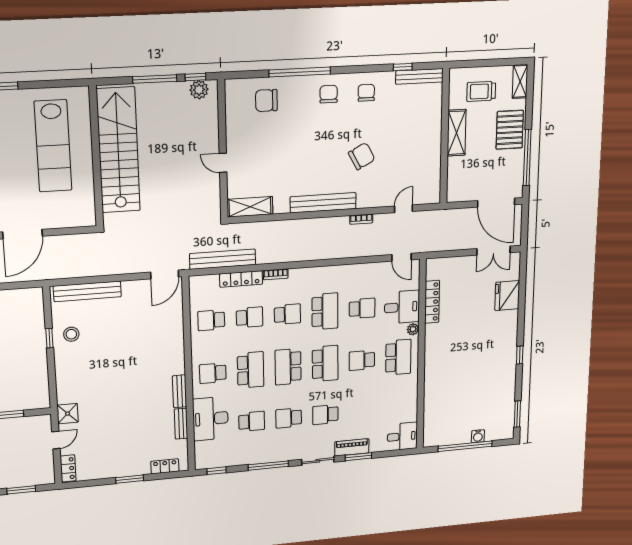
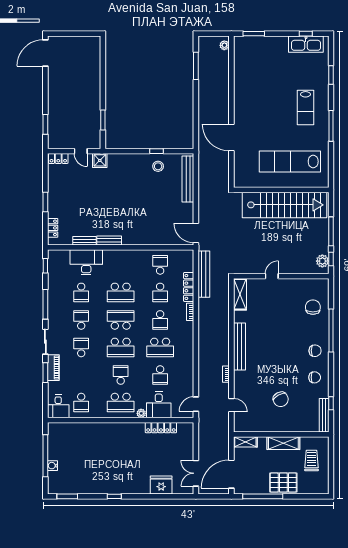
shelving: (520, 81) -> (245, 442), moved
chair: (362, 156) -> (281, 399), moved
school desk: (213, 373) -> (81, 403), moved, turned 180

